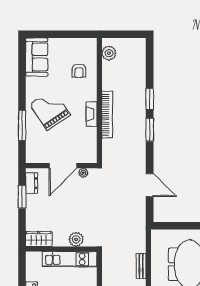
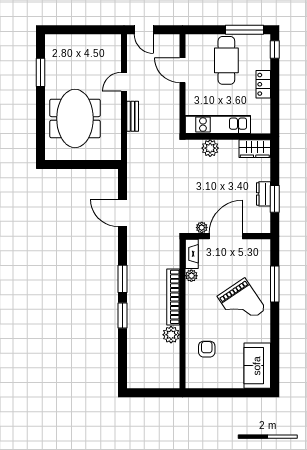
plant: (109, 53) -> (171, 335), moved
fireplace: (92, 114) -> (192, 254), moved
plant: (92, 132) -> (191, 276), added
dresser: (31, 183) -> (263, 194), moved

